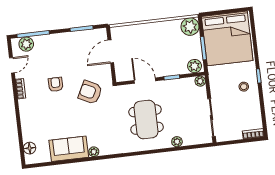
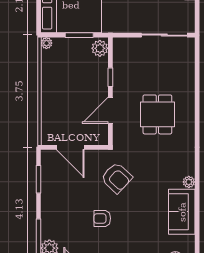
plant: (190, 27) -> (46, 43), width x0.53, depth x0.53
plant: (200, 81) -> (119, 44), removed
armchair: (90, 92) -> (117, 178), turned -74
dining table: (146, 120) -> (157, 114), width x0.73
plant: (177, 142) -> (188, 80), removed

